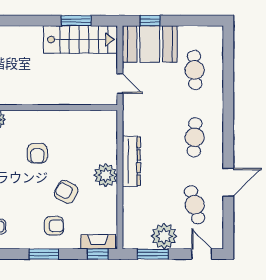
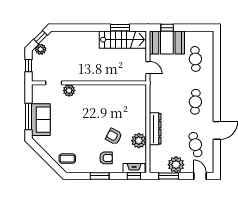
armchair: (37, 153) -> (95, 112), removed
dresser: (131, 161) -> (155, 129), moved
plant: (106, 175) -> (139, 141), moved

